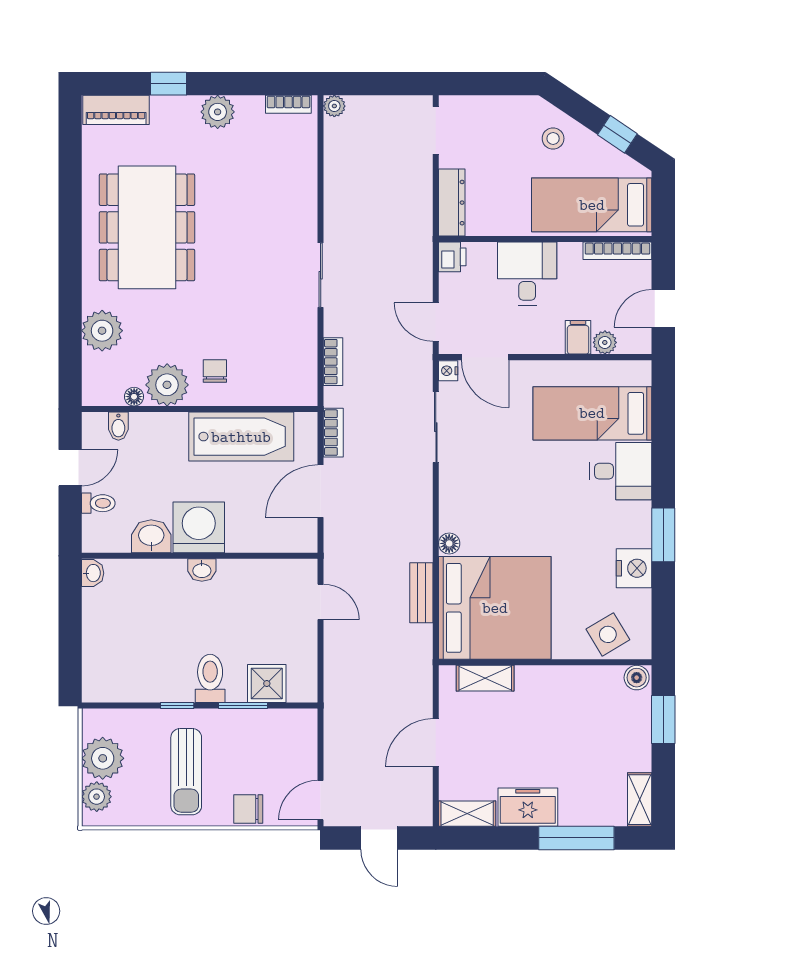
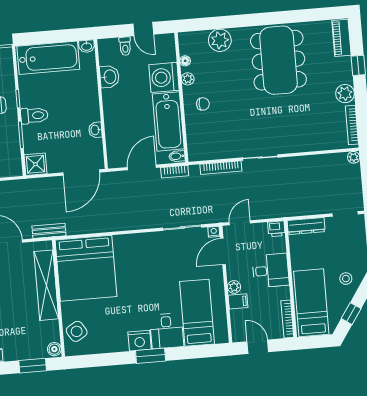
bookcase: (288, 104) -> (352, 125), width x1.56
dining table: (147, 227) -> (278, 60), turned 90
plant: (605, 342) -> (234, 287), moved
bookcase: (333, 362) -> (221, 168), width x1.56
plant: (167, 385) -> (188, 79), width x0.53, depth x0.53
bidet: (118, 426) -> (177, 156), moved
door: (321, 491) -> (142, 167), hinge flipped
washing machine: (199, 527) -> (164, 77), moved, turned 180
window: (663, 535) -> (151, 356), moved
floor lamp: (449, 543) -> (119, 240), removed
nightstand: (634, 568) -> (140, 341), moved
washbasin: (202, 570) -> (95, 130), moved
bench: (421, 593) -> (49, 231), moved
door: (321, 602) -> (81, 173), width x1.87
bathtub: (108, 644) -> (48, 58), added
shelving: (485, 678) -> (46, 285), width x2.20, depth x1.33
shower: (267, 684) -> (36, 164), moved

